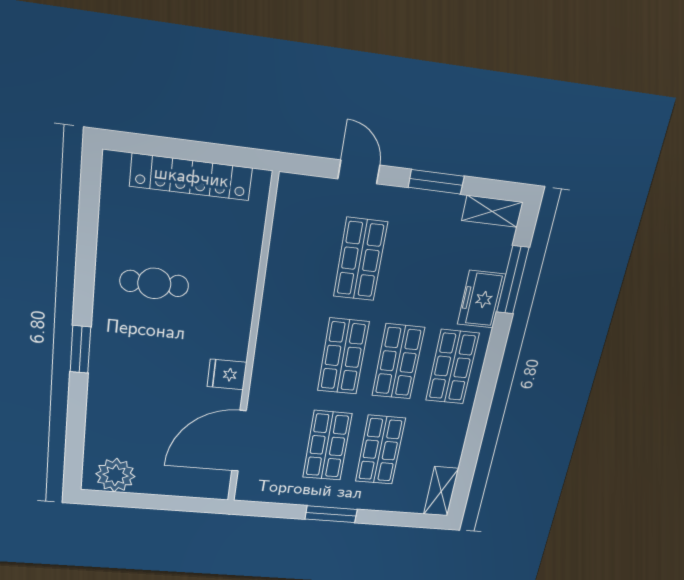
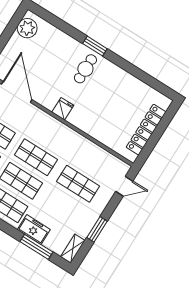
door: (359, 172) -> (124, 186), moved
cafe table: (154, 283) -> (85, 69), moved
fridge: (227, 374) -> (63, 109), moved

